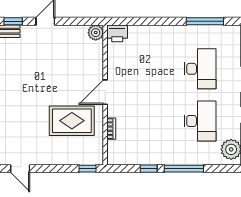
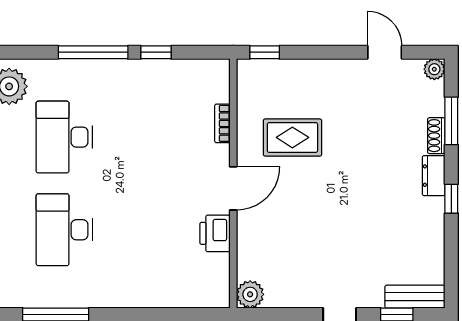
printer: (117, 33) -> (215, 233), moved, turned -90
rug: (72, 121) -> (292, 137), width x0.73, depth x0.70

